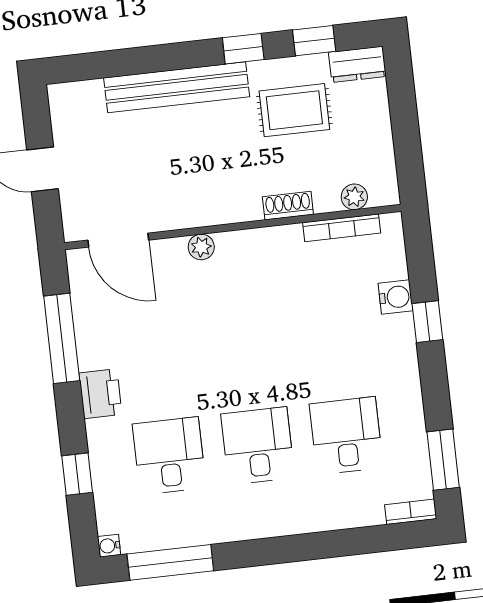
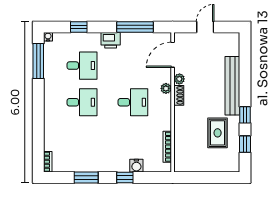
dresser: (357, 64) -> (233, 161), removed
plant: (354, 197) -> (179, 79), moved
shoe rack: (288, 206) -> (179, 95), moved
desk: (346, 436) -> (133, 102), moved
window: (443, 460) -> (86, 177), moved

